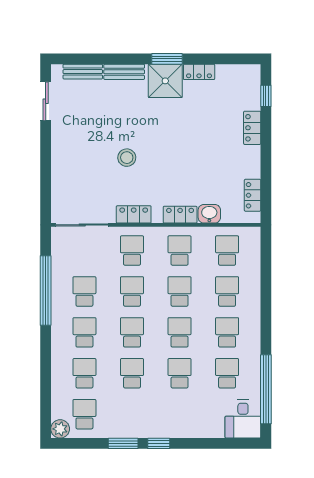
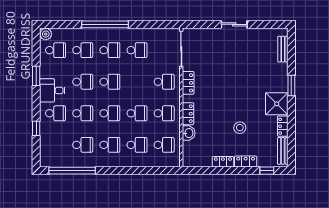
window: (167, 59) -> (291, 86), moved
bench: (124, 72) -> (283, 151), moved
sliding door: (46, 101) -> (234, 24), moved
stool: (127, 158) -> (240, 128), moved
locker: (253, 195) -> (223, 162), moved
window: (46, 290) -> (105, 24), moved
school desk: (132, 291) -> (56, 113), moved
desk: (243, 419) -> (52, 90), moved
window: (159, 443) -> (36, 128), moved

